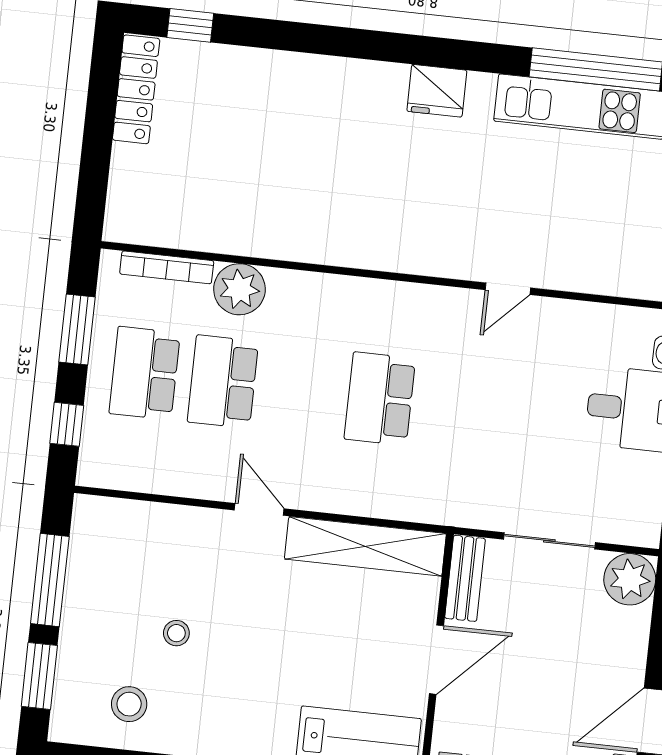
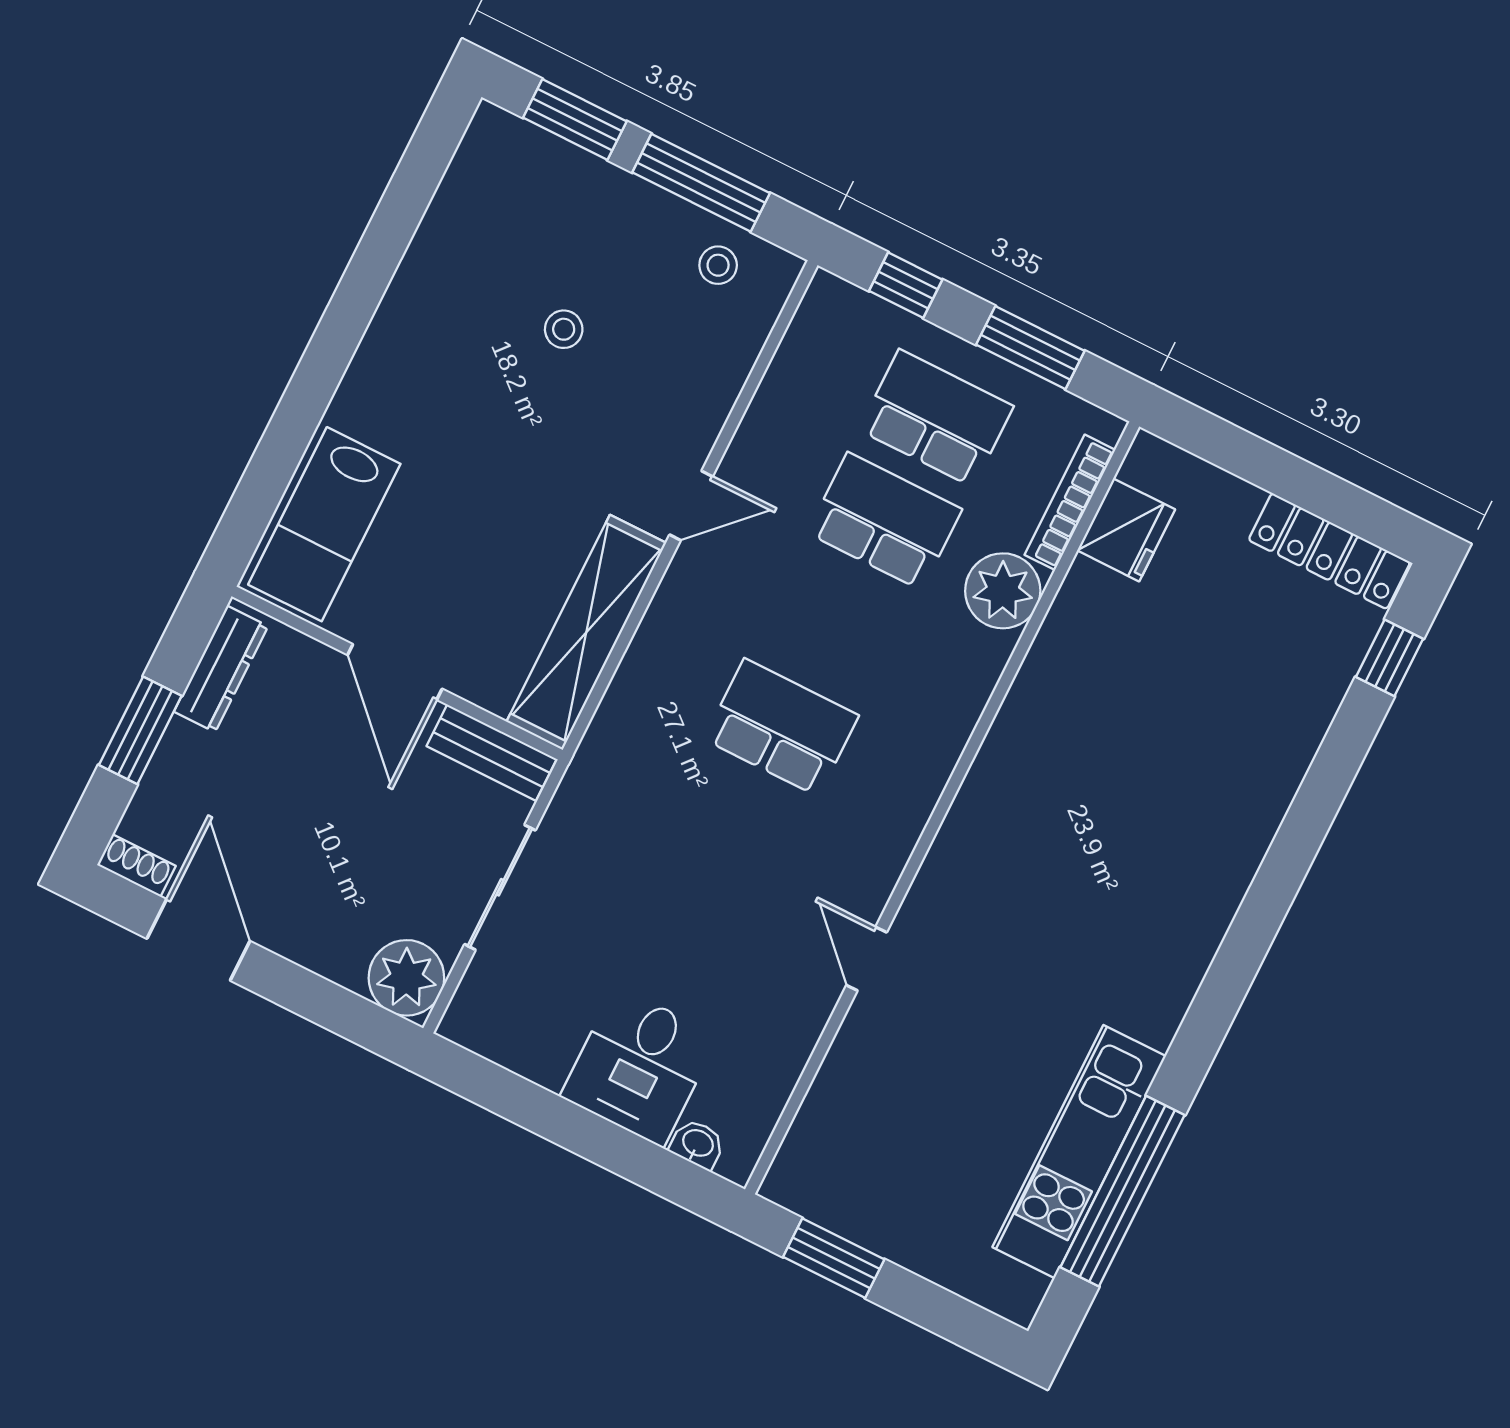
fridge: (437, 91) -> (1126, 530), moved, turned 180
stool: (129, 704) -> (718, 265), moved, width x0.73, depth x0.73

